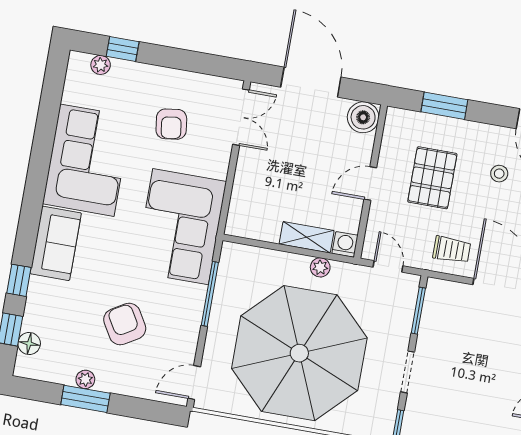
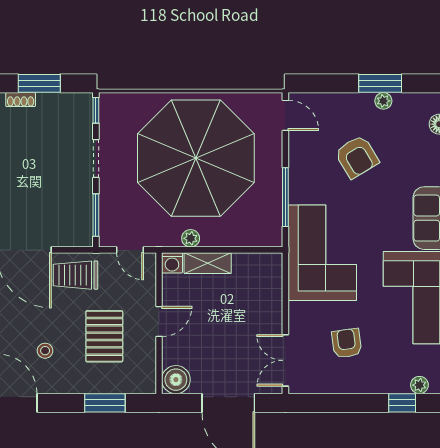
trolley: (452, 250) -> (76, 275), width x1.36, depth x1.39
door: (194, 383) -> (285, 115), hinge flipped

